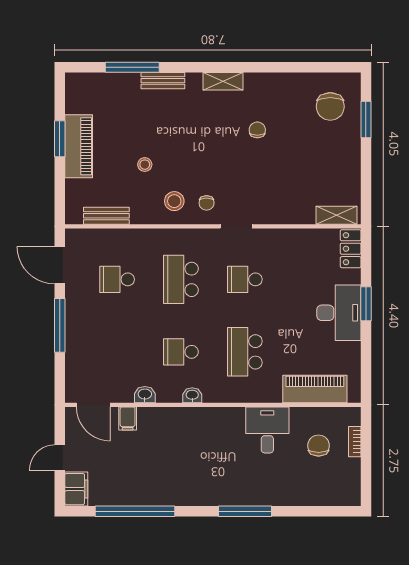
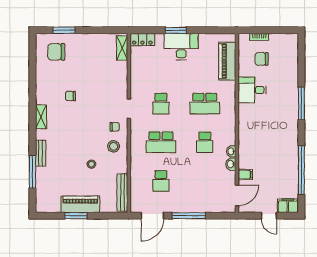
chair: (330, 106) -> (56, 52), turned 180
bench: (106, 216) -> (122, 192), width x1.36
washbasin: (192, 395) -> (231, 151), moved

